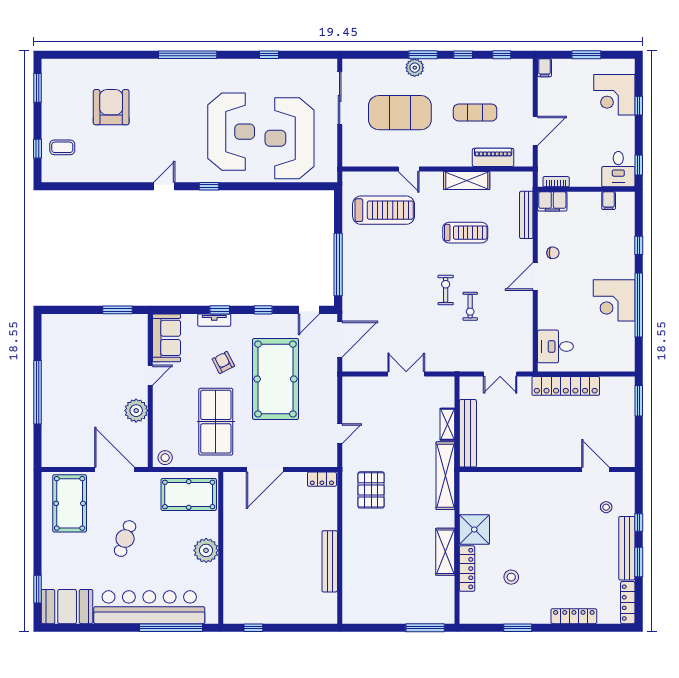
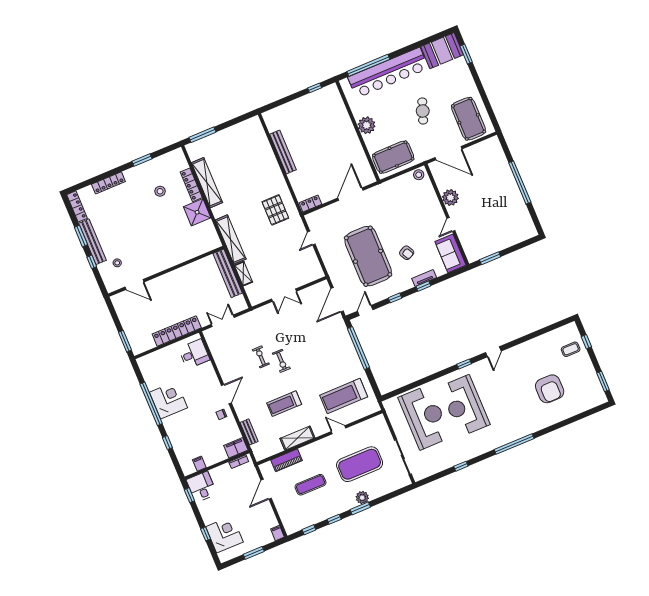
bench: (526, 215) -> (249, 432), width x0.73
table tennis table: (216, 422) -> (395, 212), removed
shelving: (445, 552) -> (207, 183), width x1.47

